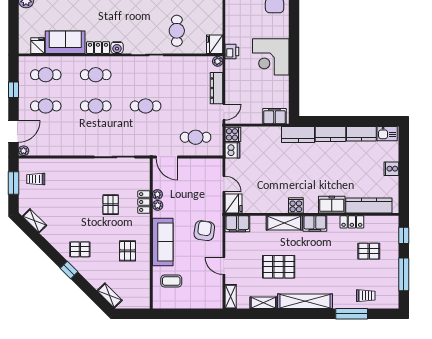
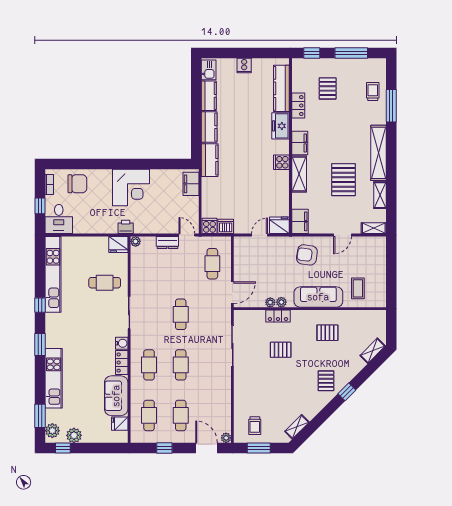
dresser: (217, 88) -> (167, 243), width x0.70

